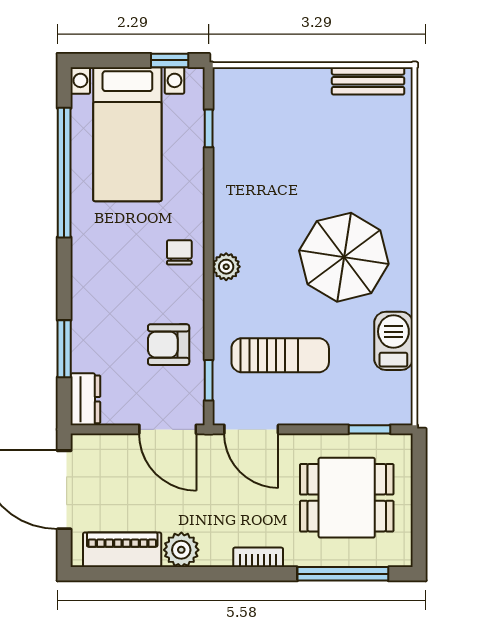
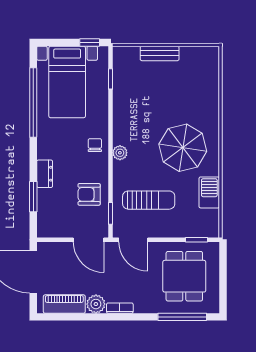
bench: (368, 81) -> (160, 53), moved
dresser: (85, 399) -> (45, 174), moved
dining table: (347, 498) -> (184, 276), turned 90
bookcase: (258, 557) -> (120, 308), moved

